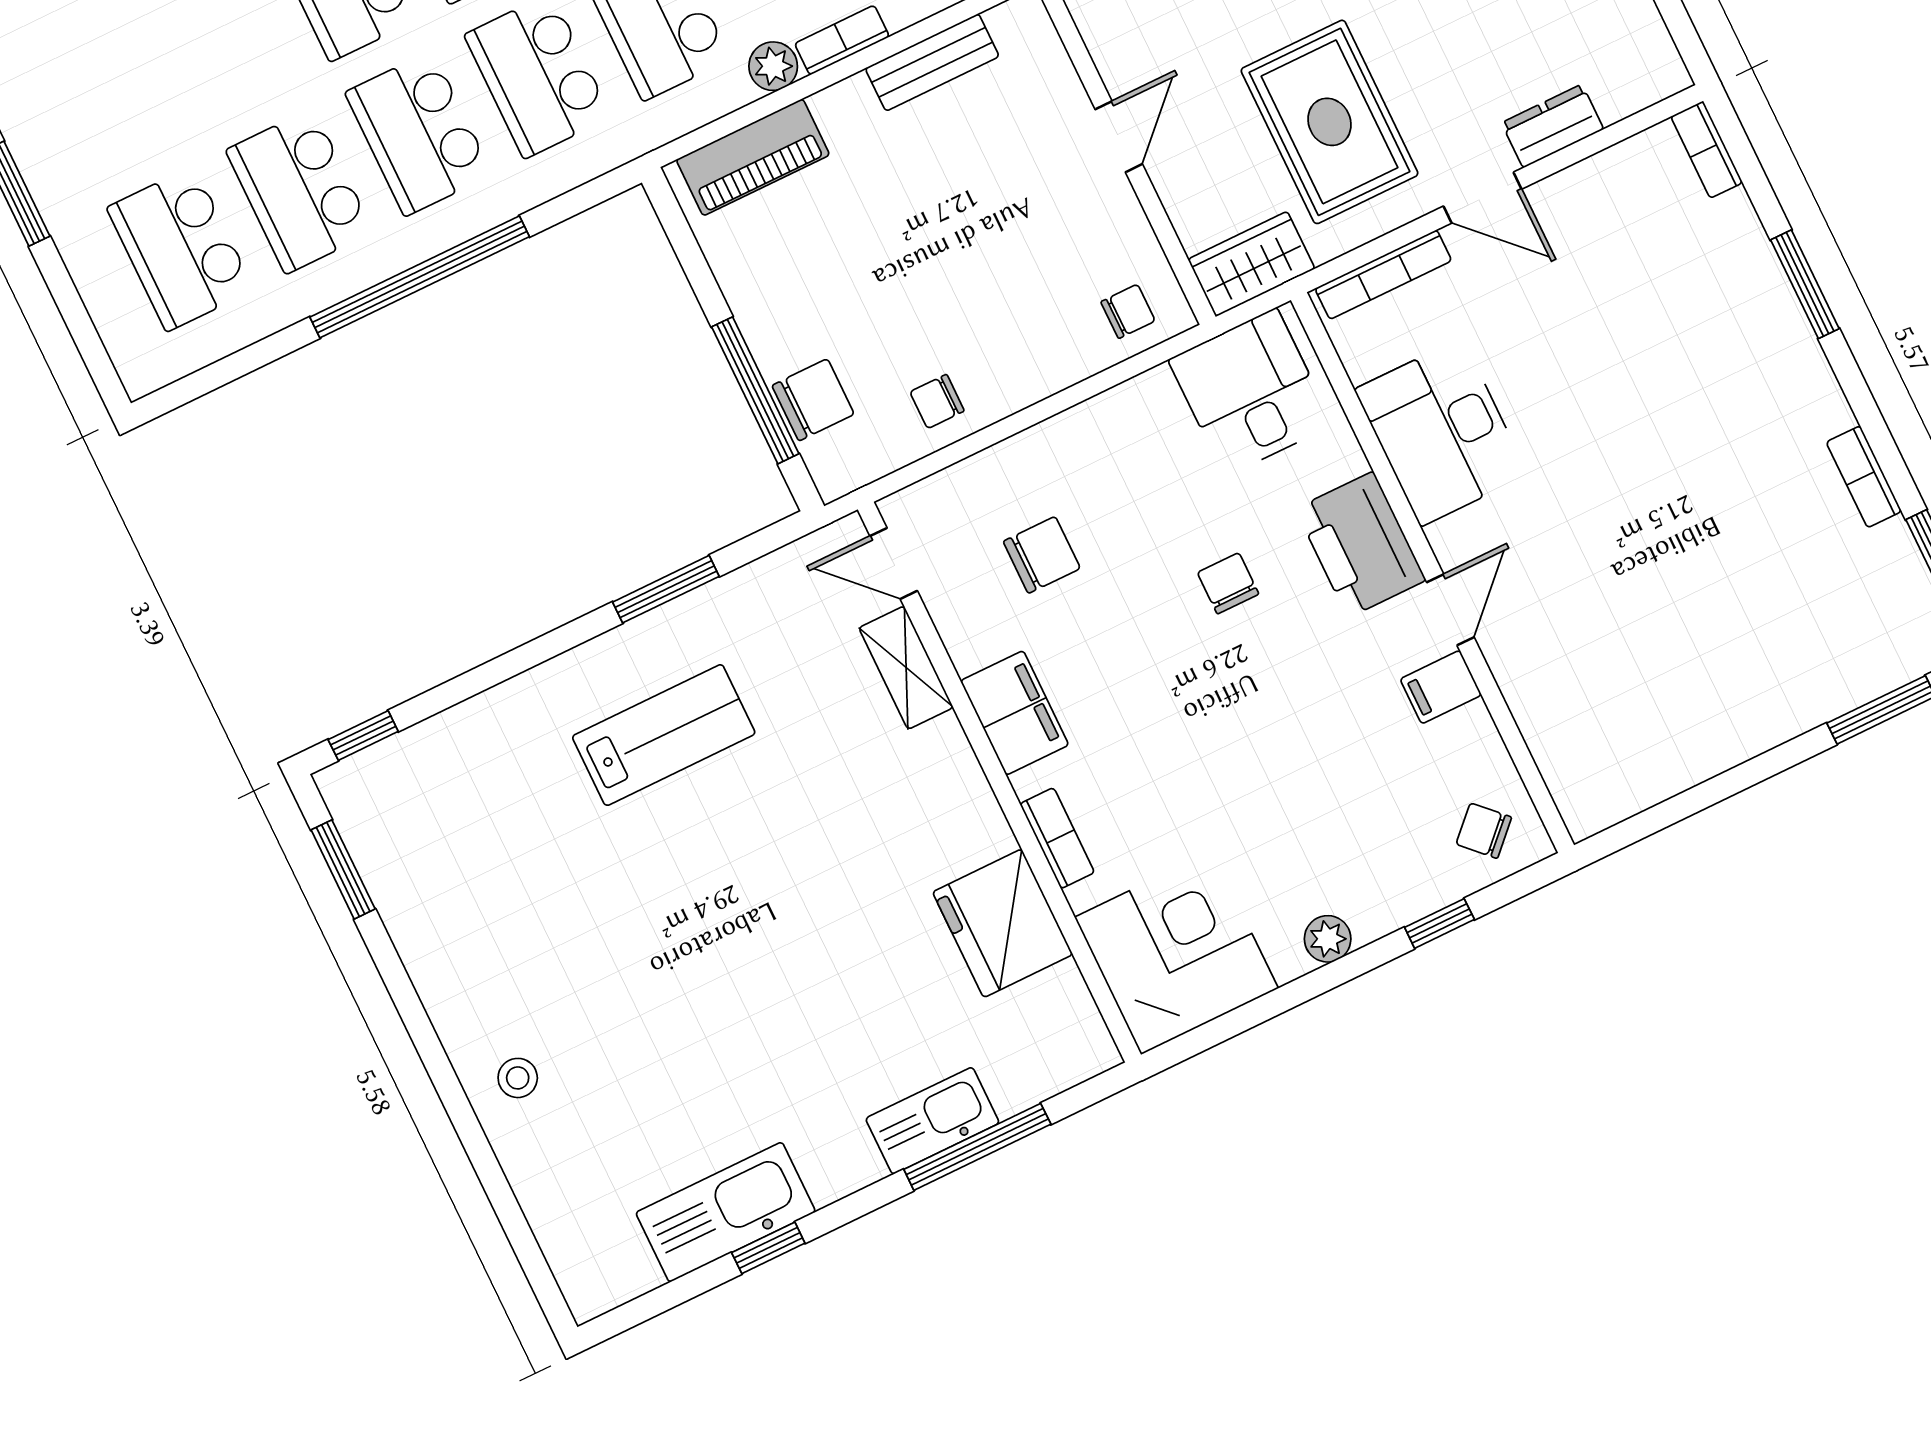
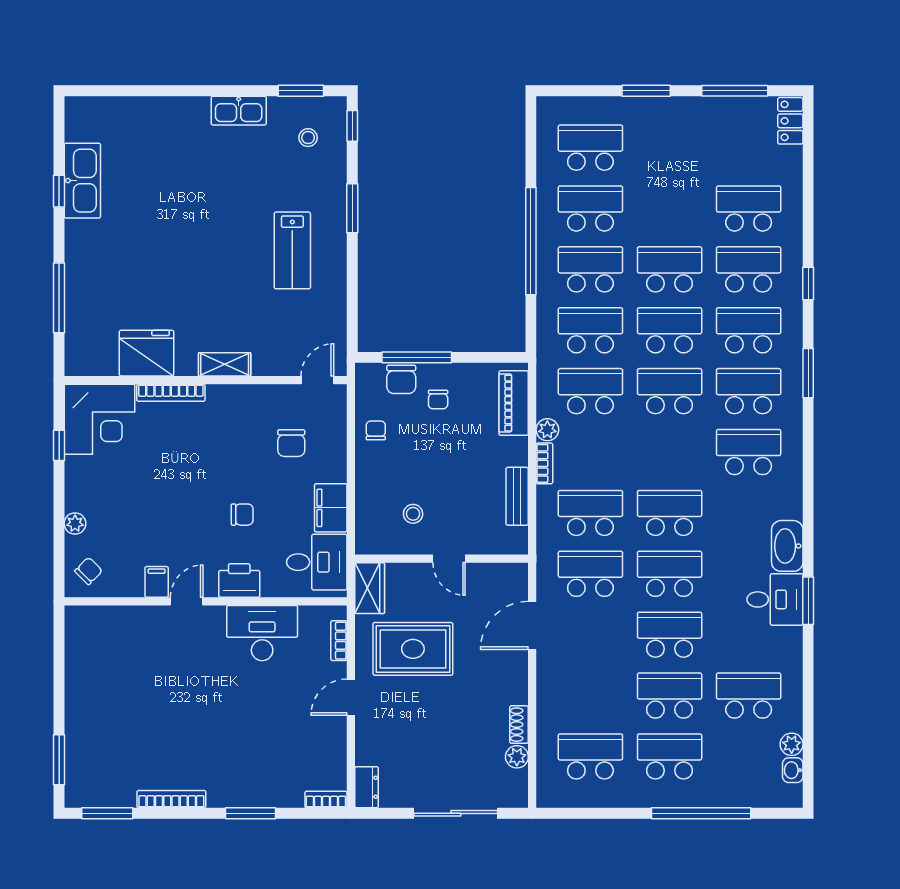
dresser: (1553, 126) -> (367, 787), moved
stool: (1065, 250) -> (413, 514), added
bookcase: (1383, 275) -> (339, 641), width x0.64
chair: (1128, 311) -> (438, 400), moved
bookcase: (1864, 477) -> (171, 799), width x1.56
printer: (1361, 545) -> (239, 580), width x0.73, depth x0.84
window: (666, 589) -> (352, 208), moved
door: (1450, 610) -> (187, 601), swing flipped
shelving: (906, 668) -> (225, 364), moved
filing cabinet: (1015, 713) -> (331, 508), moved, turned 90
bookcase: (1057, 838) -> (171, 393), width x1.56
window: (1439, 923) -> (59, 445), moved
plant: (1328, 939) -> (75, 523), moved
stool: (518, 1078) -> (308, 138), moved
kitchen sink: (932, 1121) -> (239, 111), moved, turned 90

